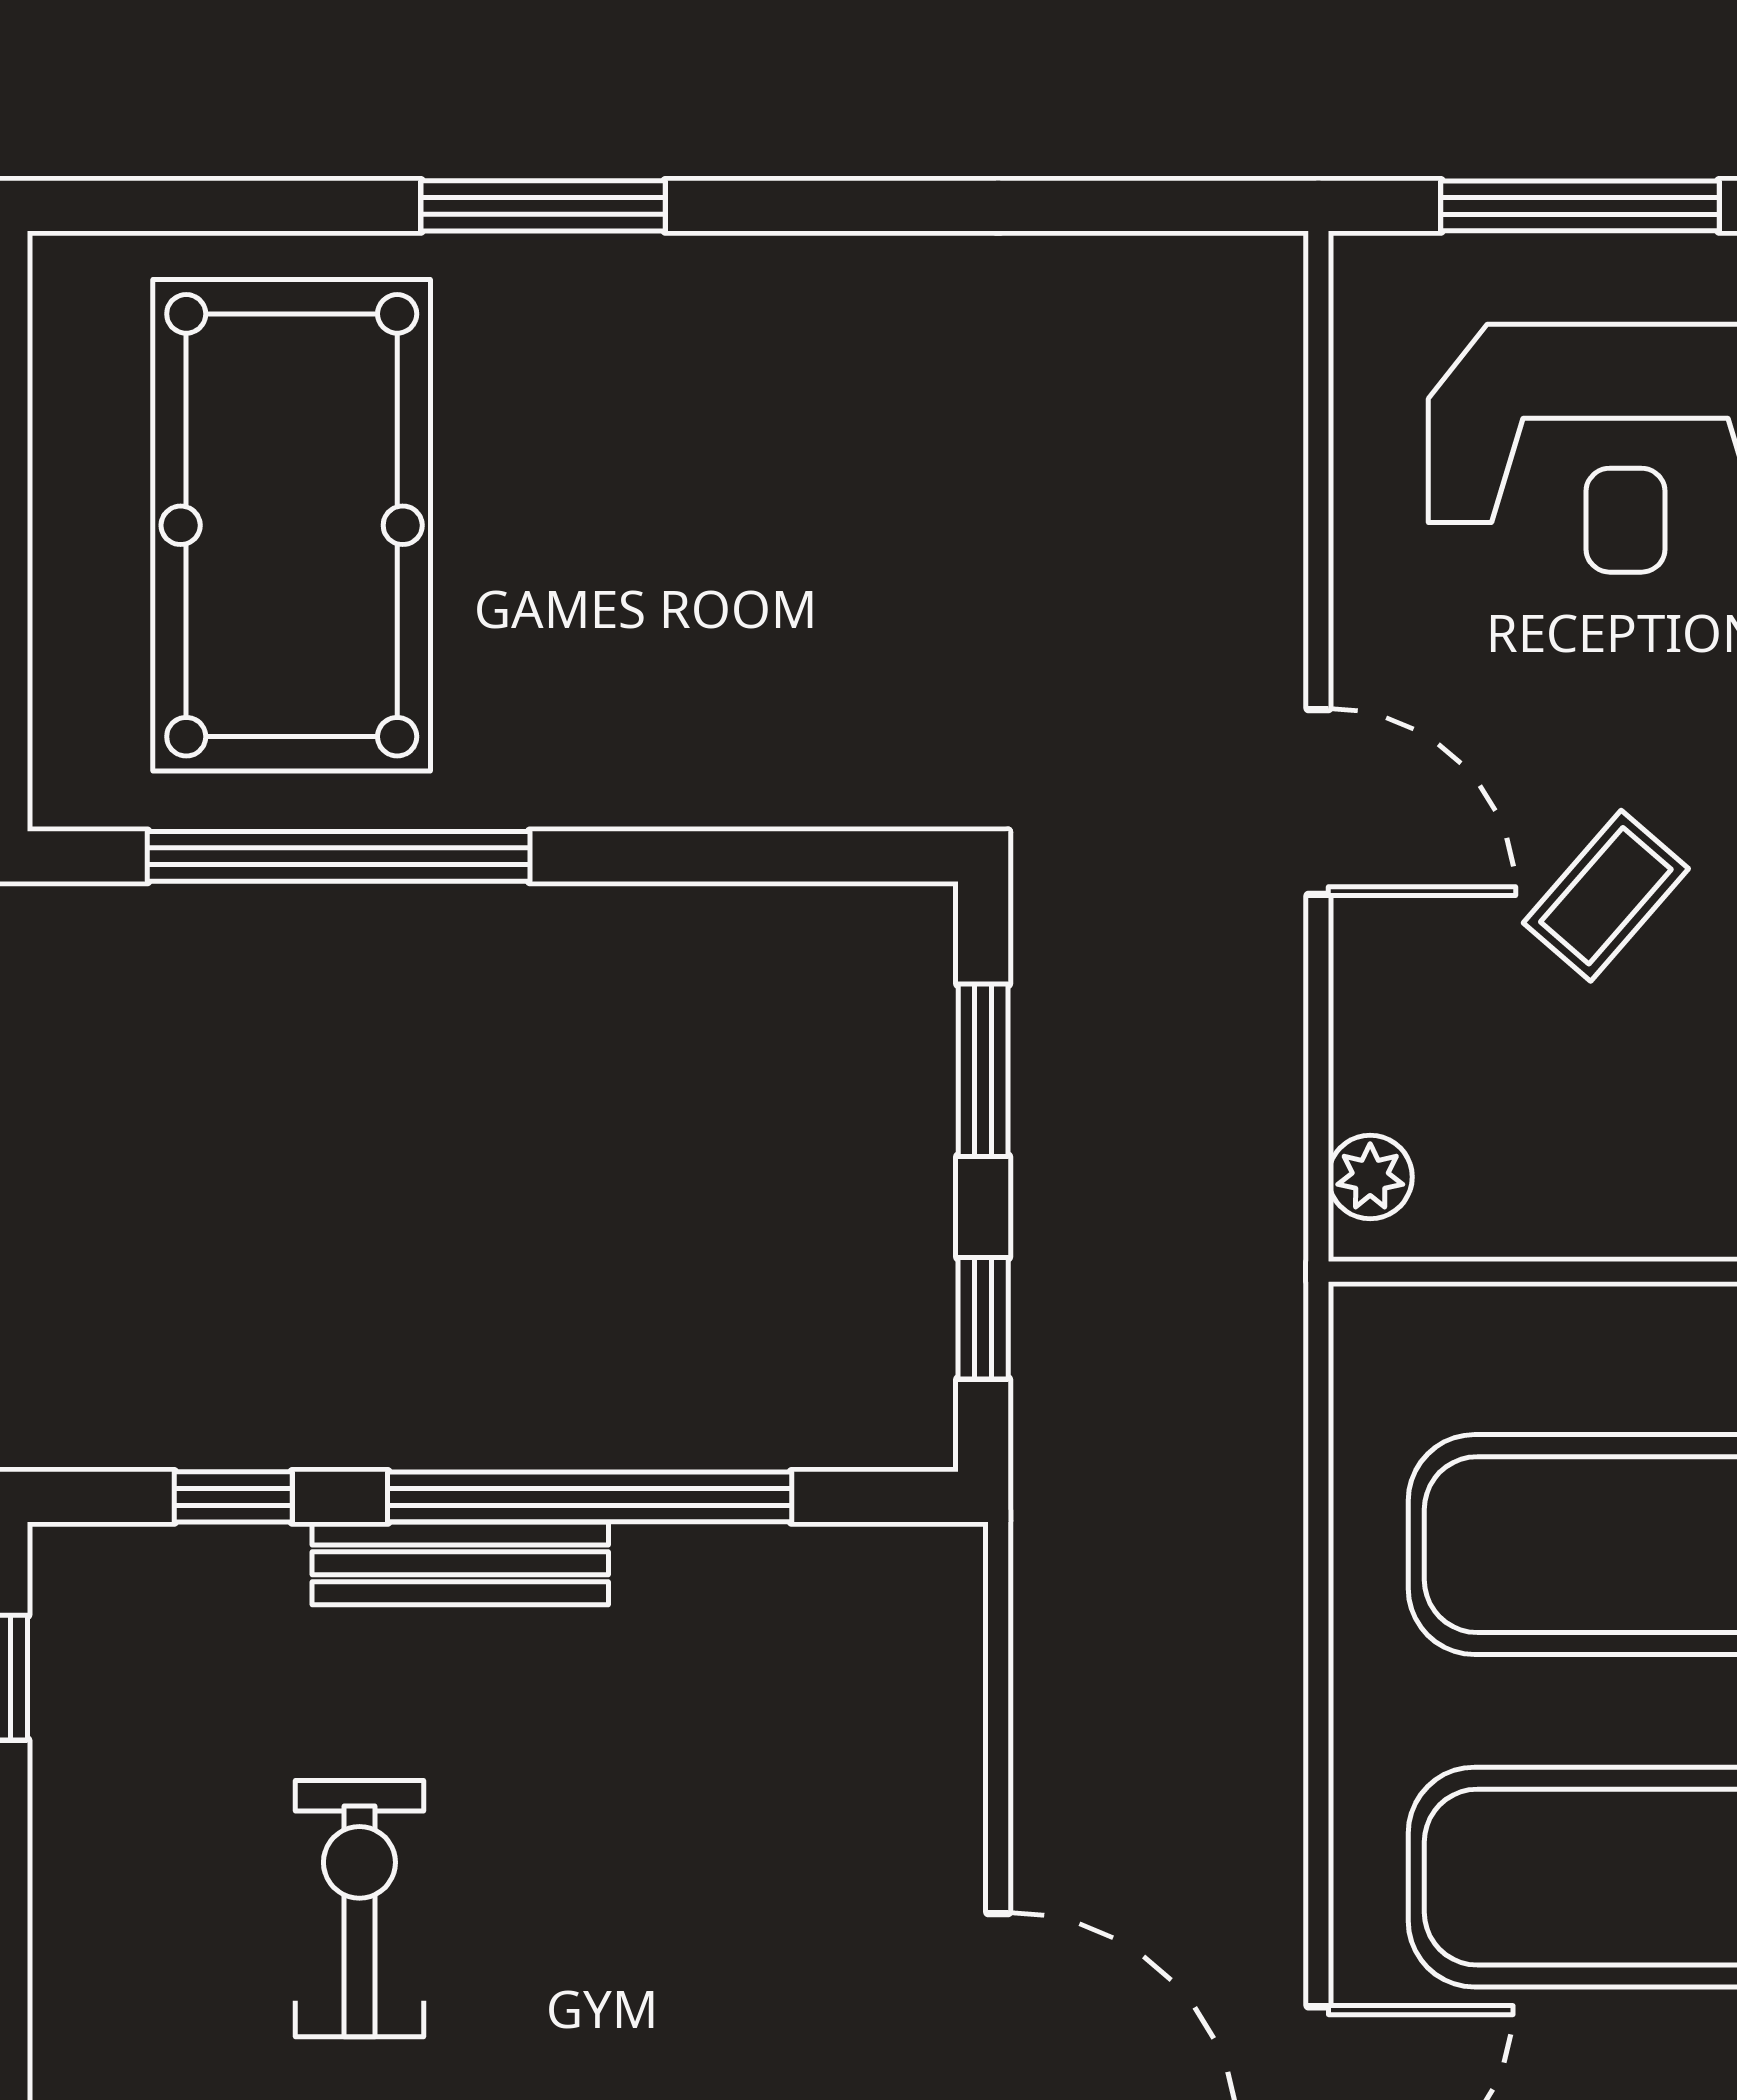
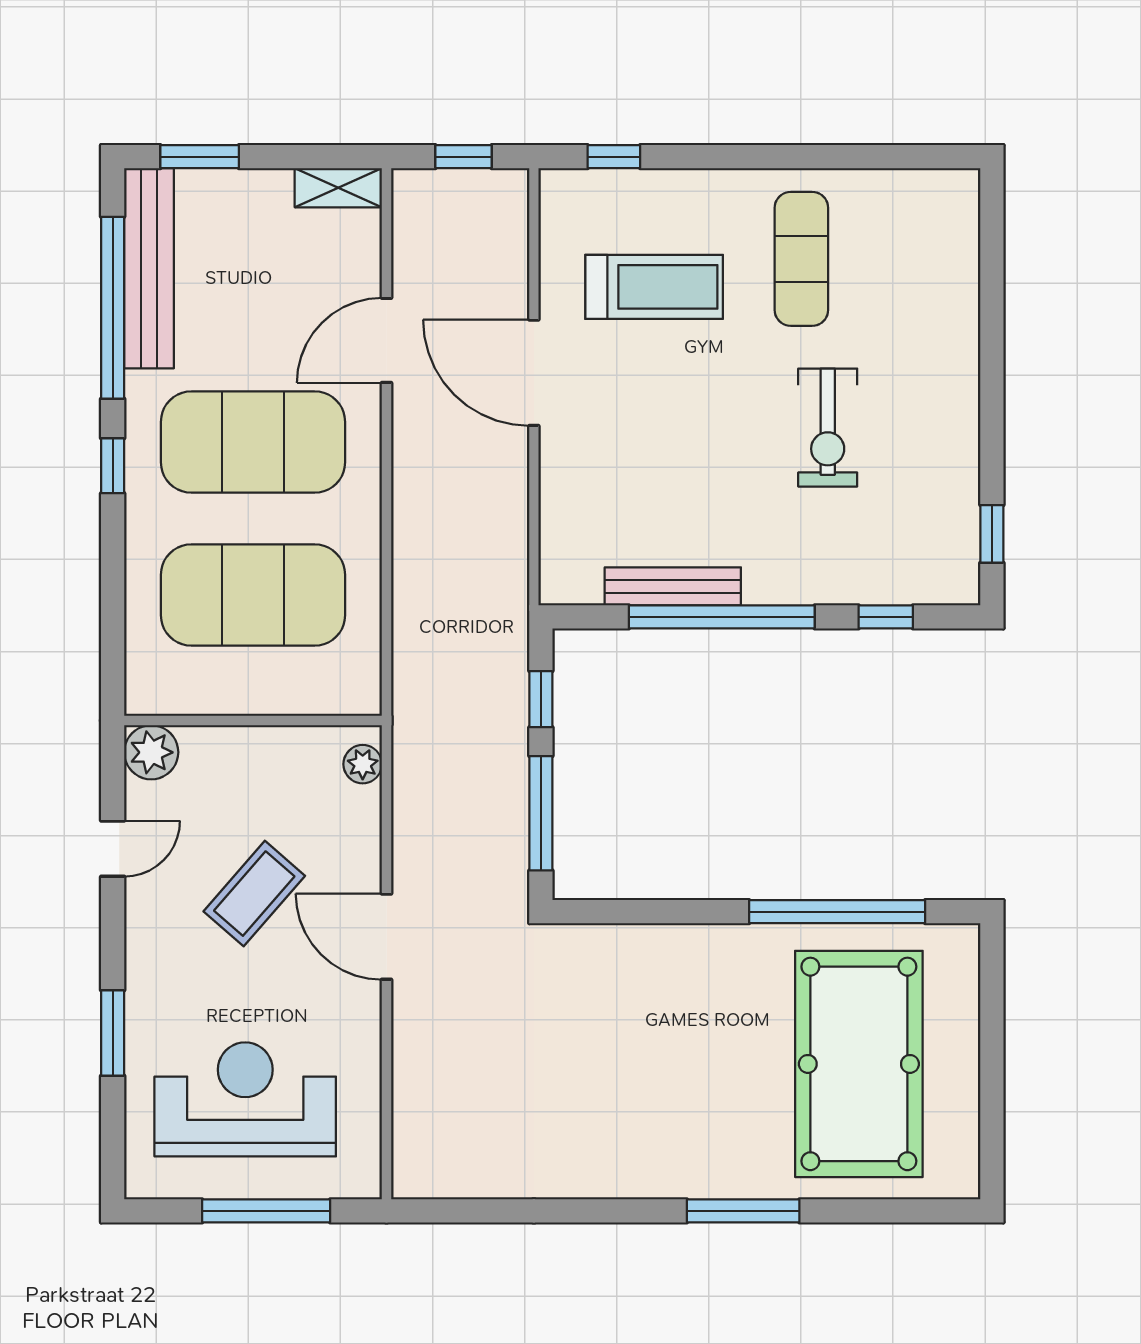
coffee table: (1606, 896) -> (254, 894), width x1.36, depth x1.30
window: (983, 1070) -> (541, 813), width x1.44
bench: (460, 1563) -> (673, 586), moved

